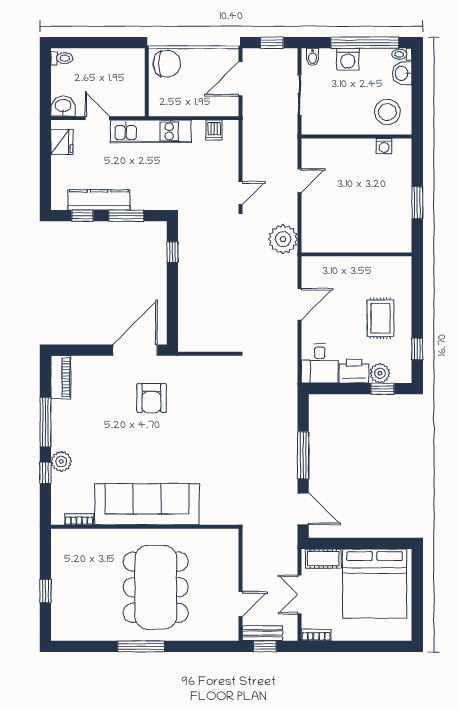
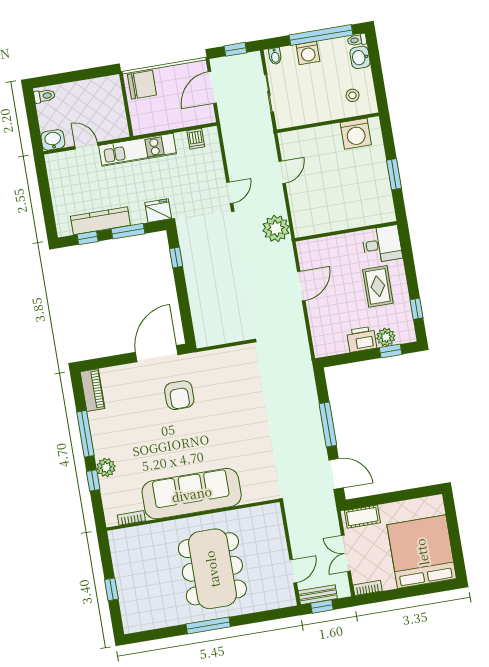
stool: (387, 112) -> (353, 95), width x0.53, depth x0.53
fridge: (62, 142) -> (158, 211), moved, turned -90
washing machine: (384, 146) -> (356, 134), width x1.89, depth x1.89
desk: (320, 363) -> (382, 244), moved, turned -90
bed: (375, 584) -> (422, 552), moved, turned 180

